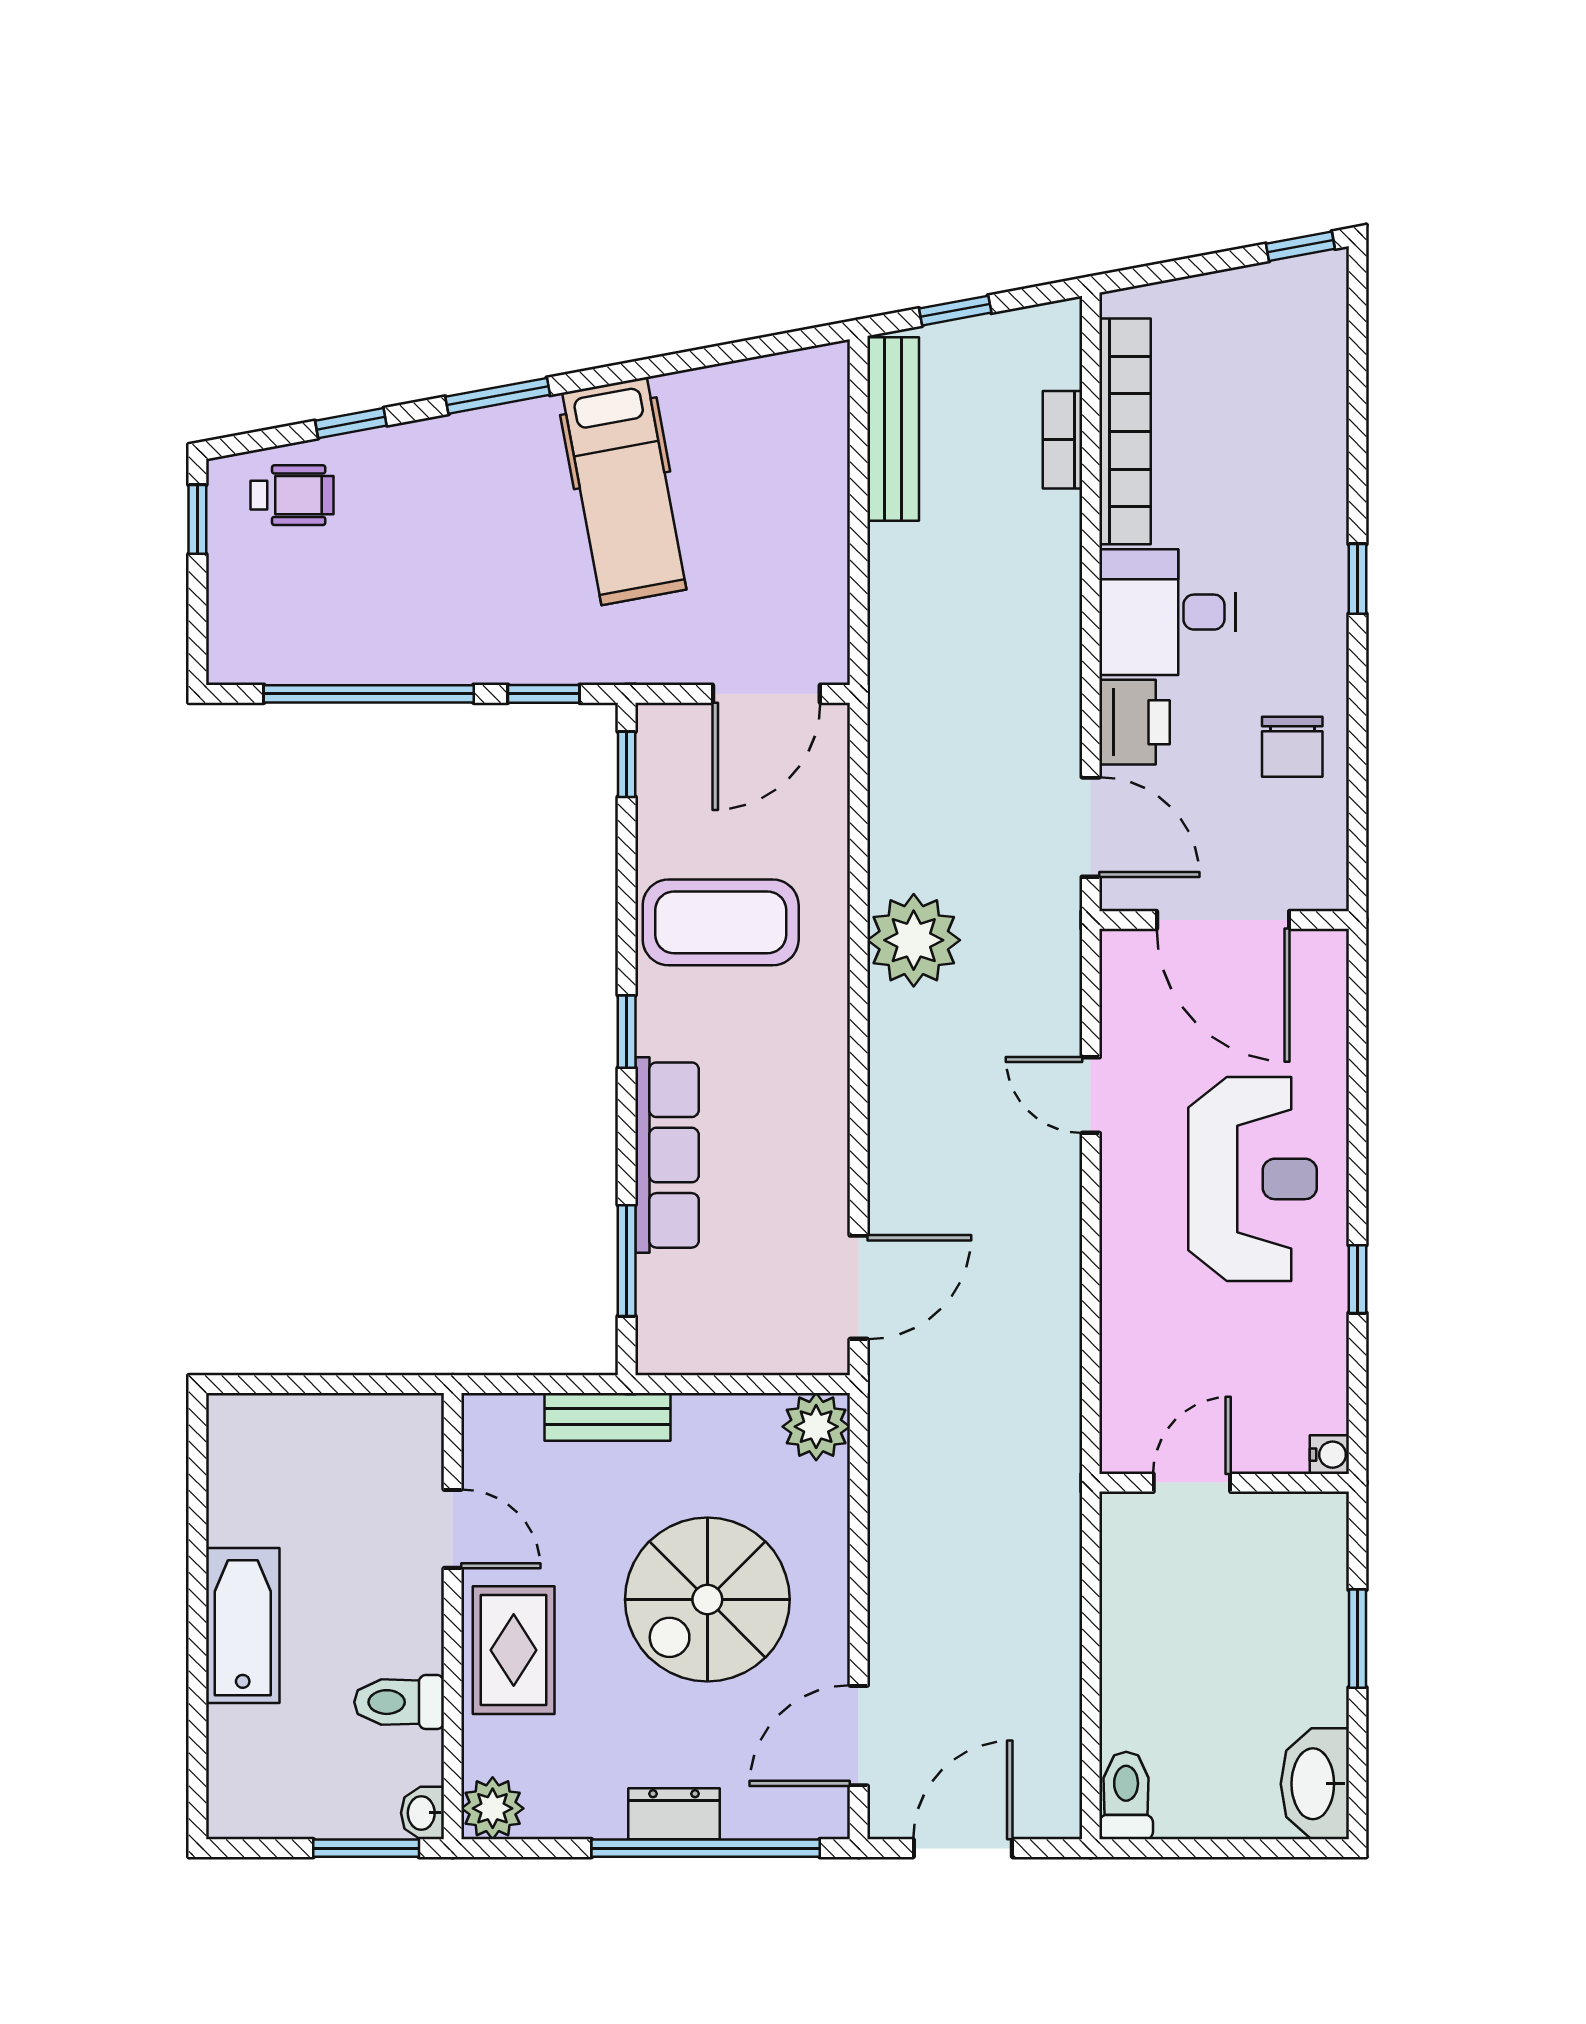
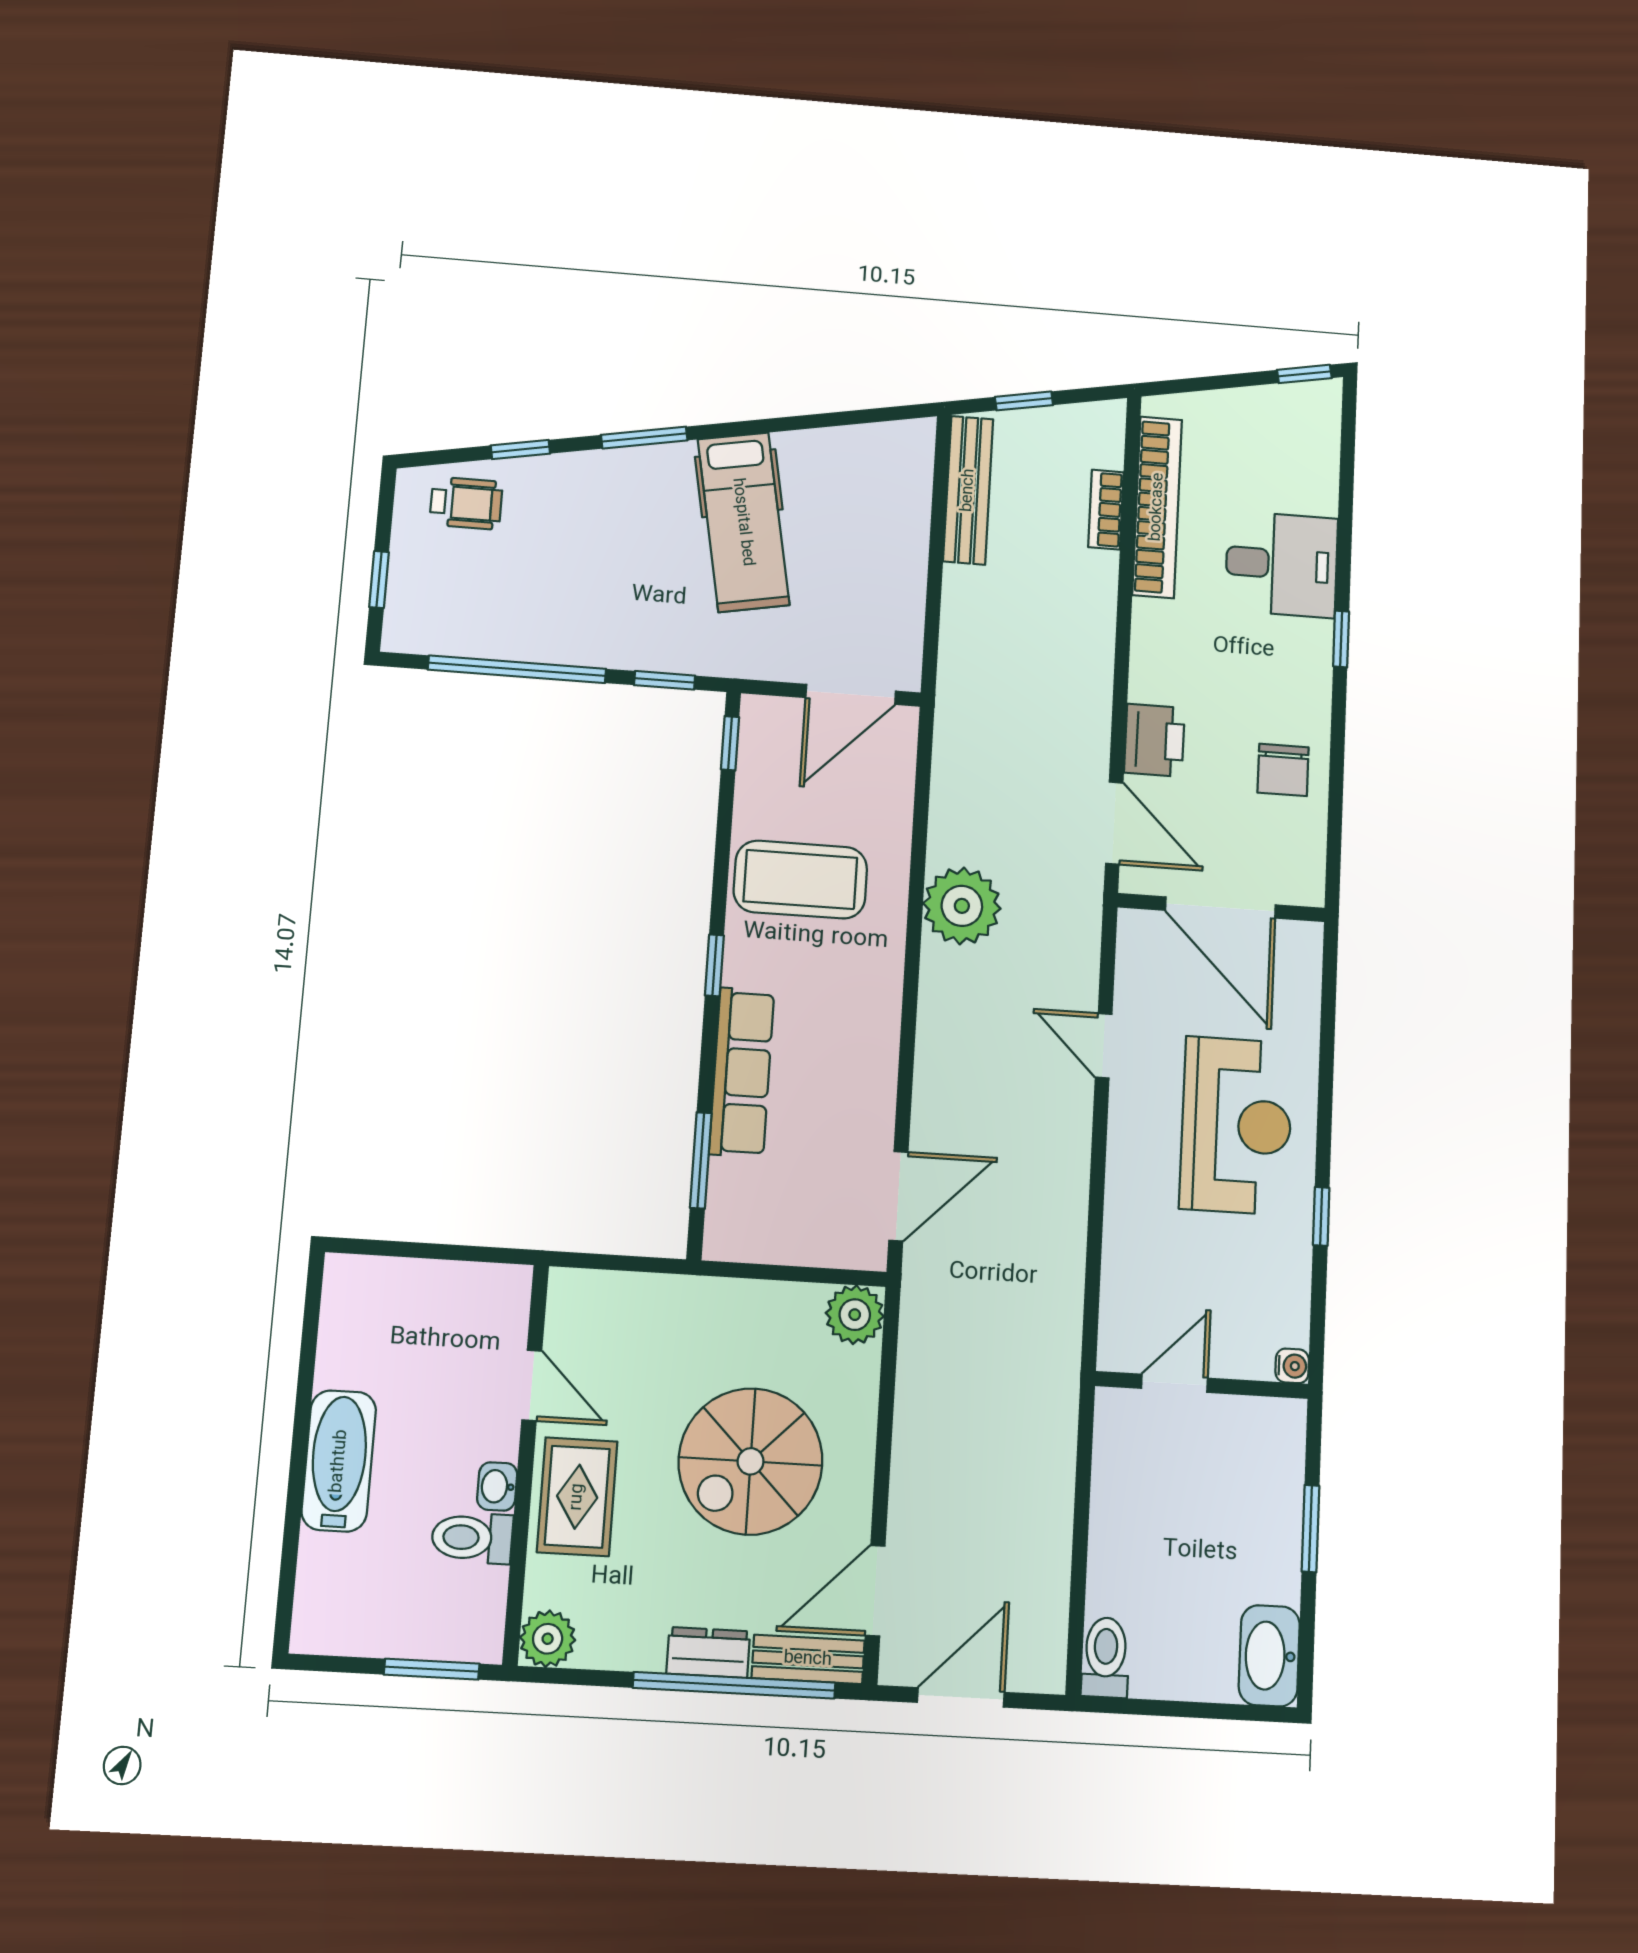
window: (197, 519) -> (379, 580), moved
desk: (1167, 612) -> (1282, 564), moved, turned 180
bench: (607, 1417) -> (808, 1659), moved
washbasin: (423, 1813) -> (497, 1486), moved

